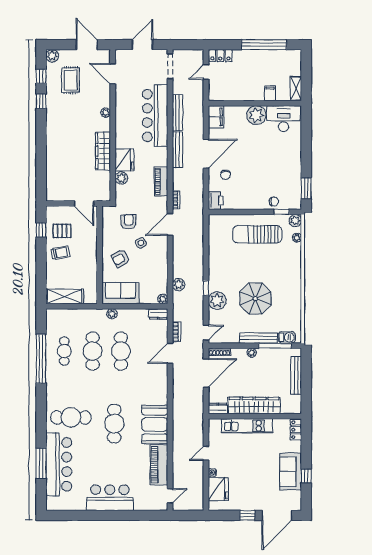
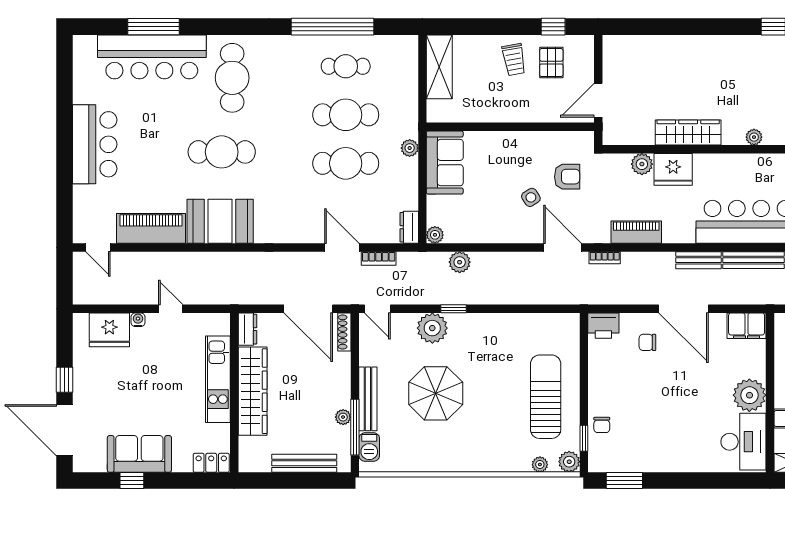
bench: (177, 150) -> (698, 260), width x0.73
armchair: (121, 258) -> (504, 163), removed
plant: (252, 353) -> (343, 417), moved

